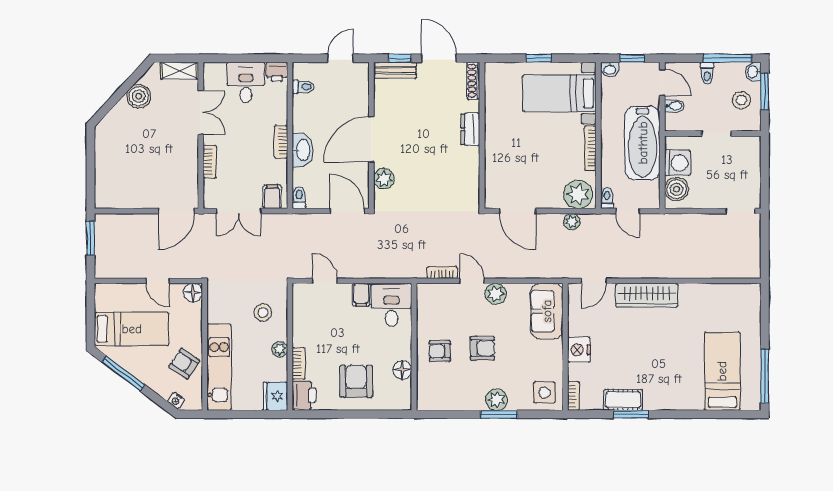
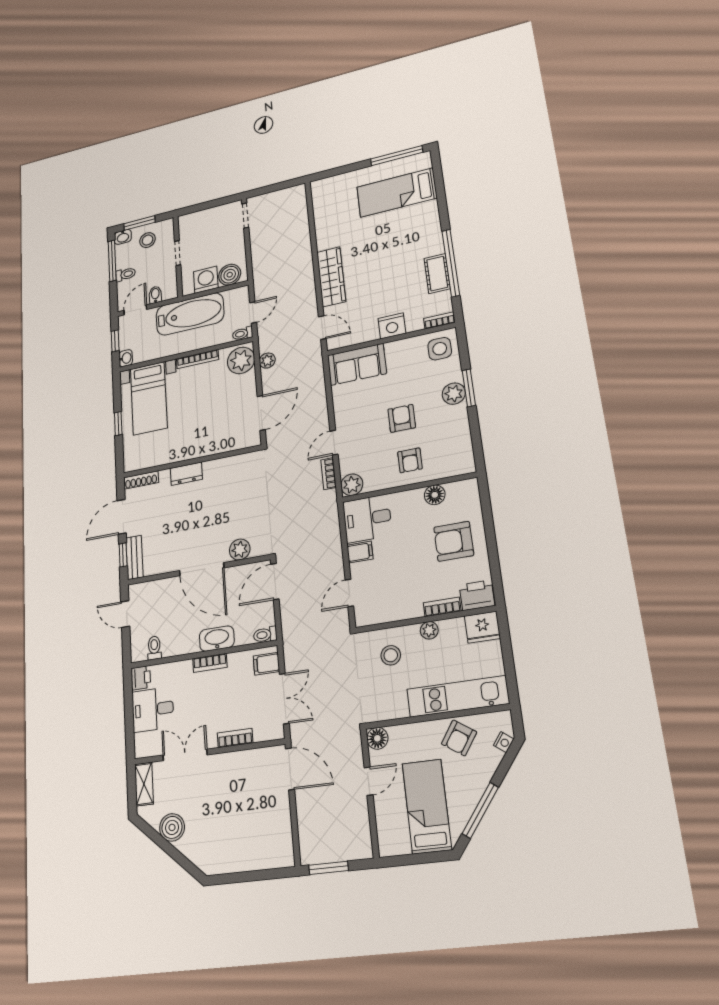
plant: (496, 294) -> (352, 485), moved
window: (631, 414) -> (451, 263), width x2.11

